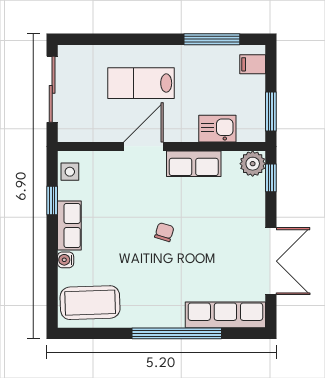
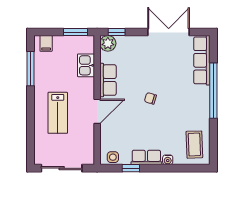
door: (143, 146) -> (97, 111), swing flipped
coffee table: (90, 303) -> (194, 145), width x0.73, depth x0.76

